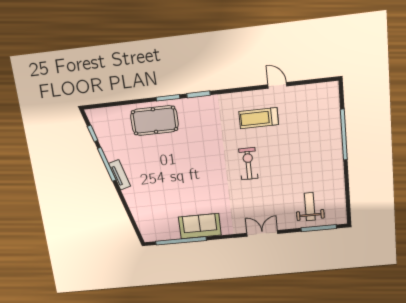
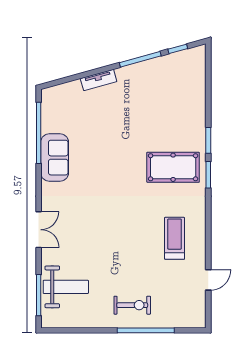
door: (277, 85) -> (208, 280), moved
pool table: (154, 121) -> (173, 167), moved, turned 90
exercise bike: (248, 164) -> (132, 305), moved
tv unit: (120, 175) -> (99, 80), moved
weight bench: (310, 207) -> (66, 287), width x1.36, depth x1.33

